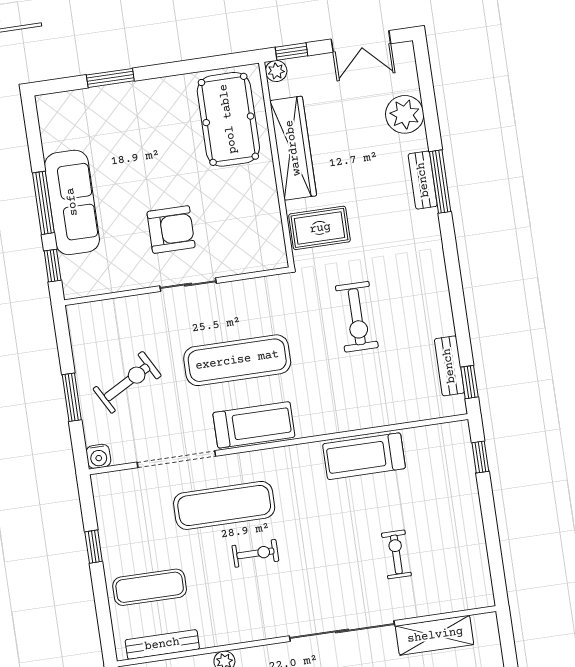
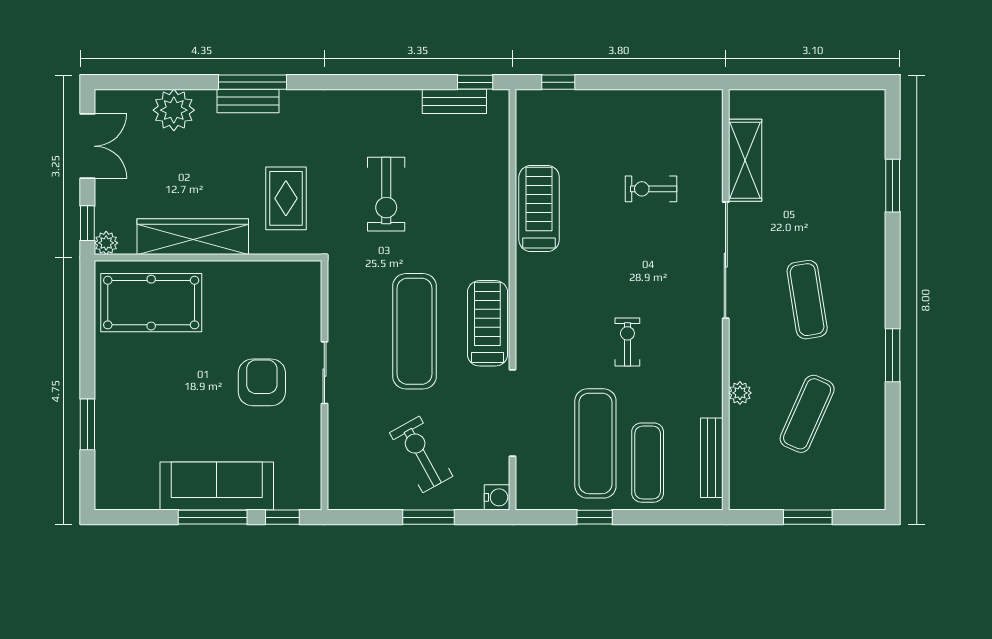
rug: (320, 228) -> (286, 198), moved
exercise bike: (357, 317) -> (386, 194), turned 90
treadmill: (364, 456) -> (539, 208), turned 180
exercise mat: (224, 505) -> (595, 443), moved

